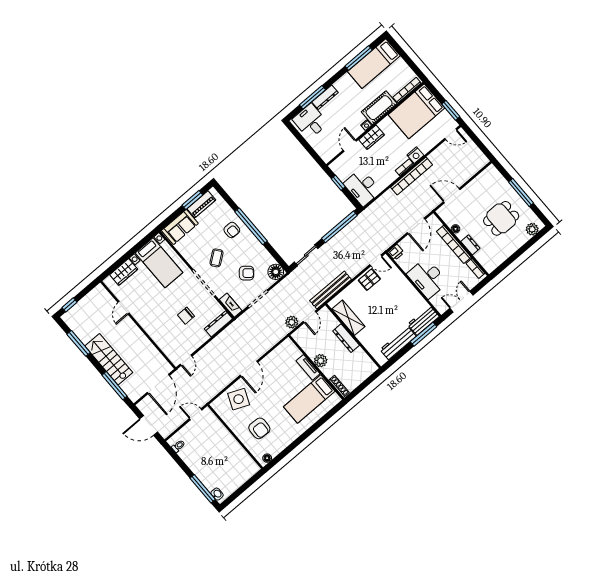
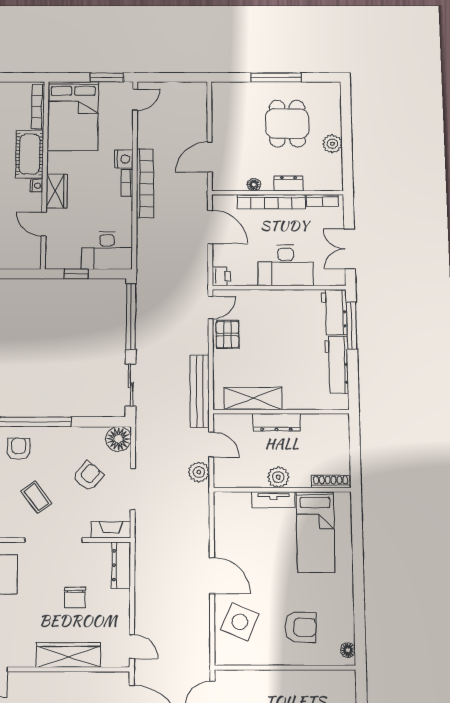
plant: (532, 229) -> (332, 144), moved
armchair: (232, 230) -> (19, 449), turned -90
wardrobe: (158, 335) -> (68, 655), added

